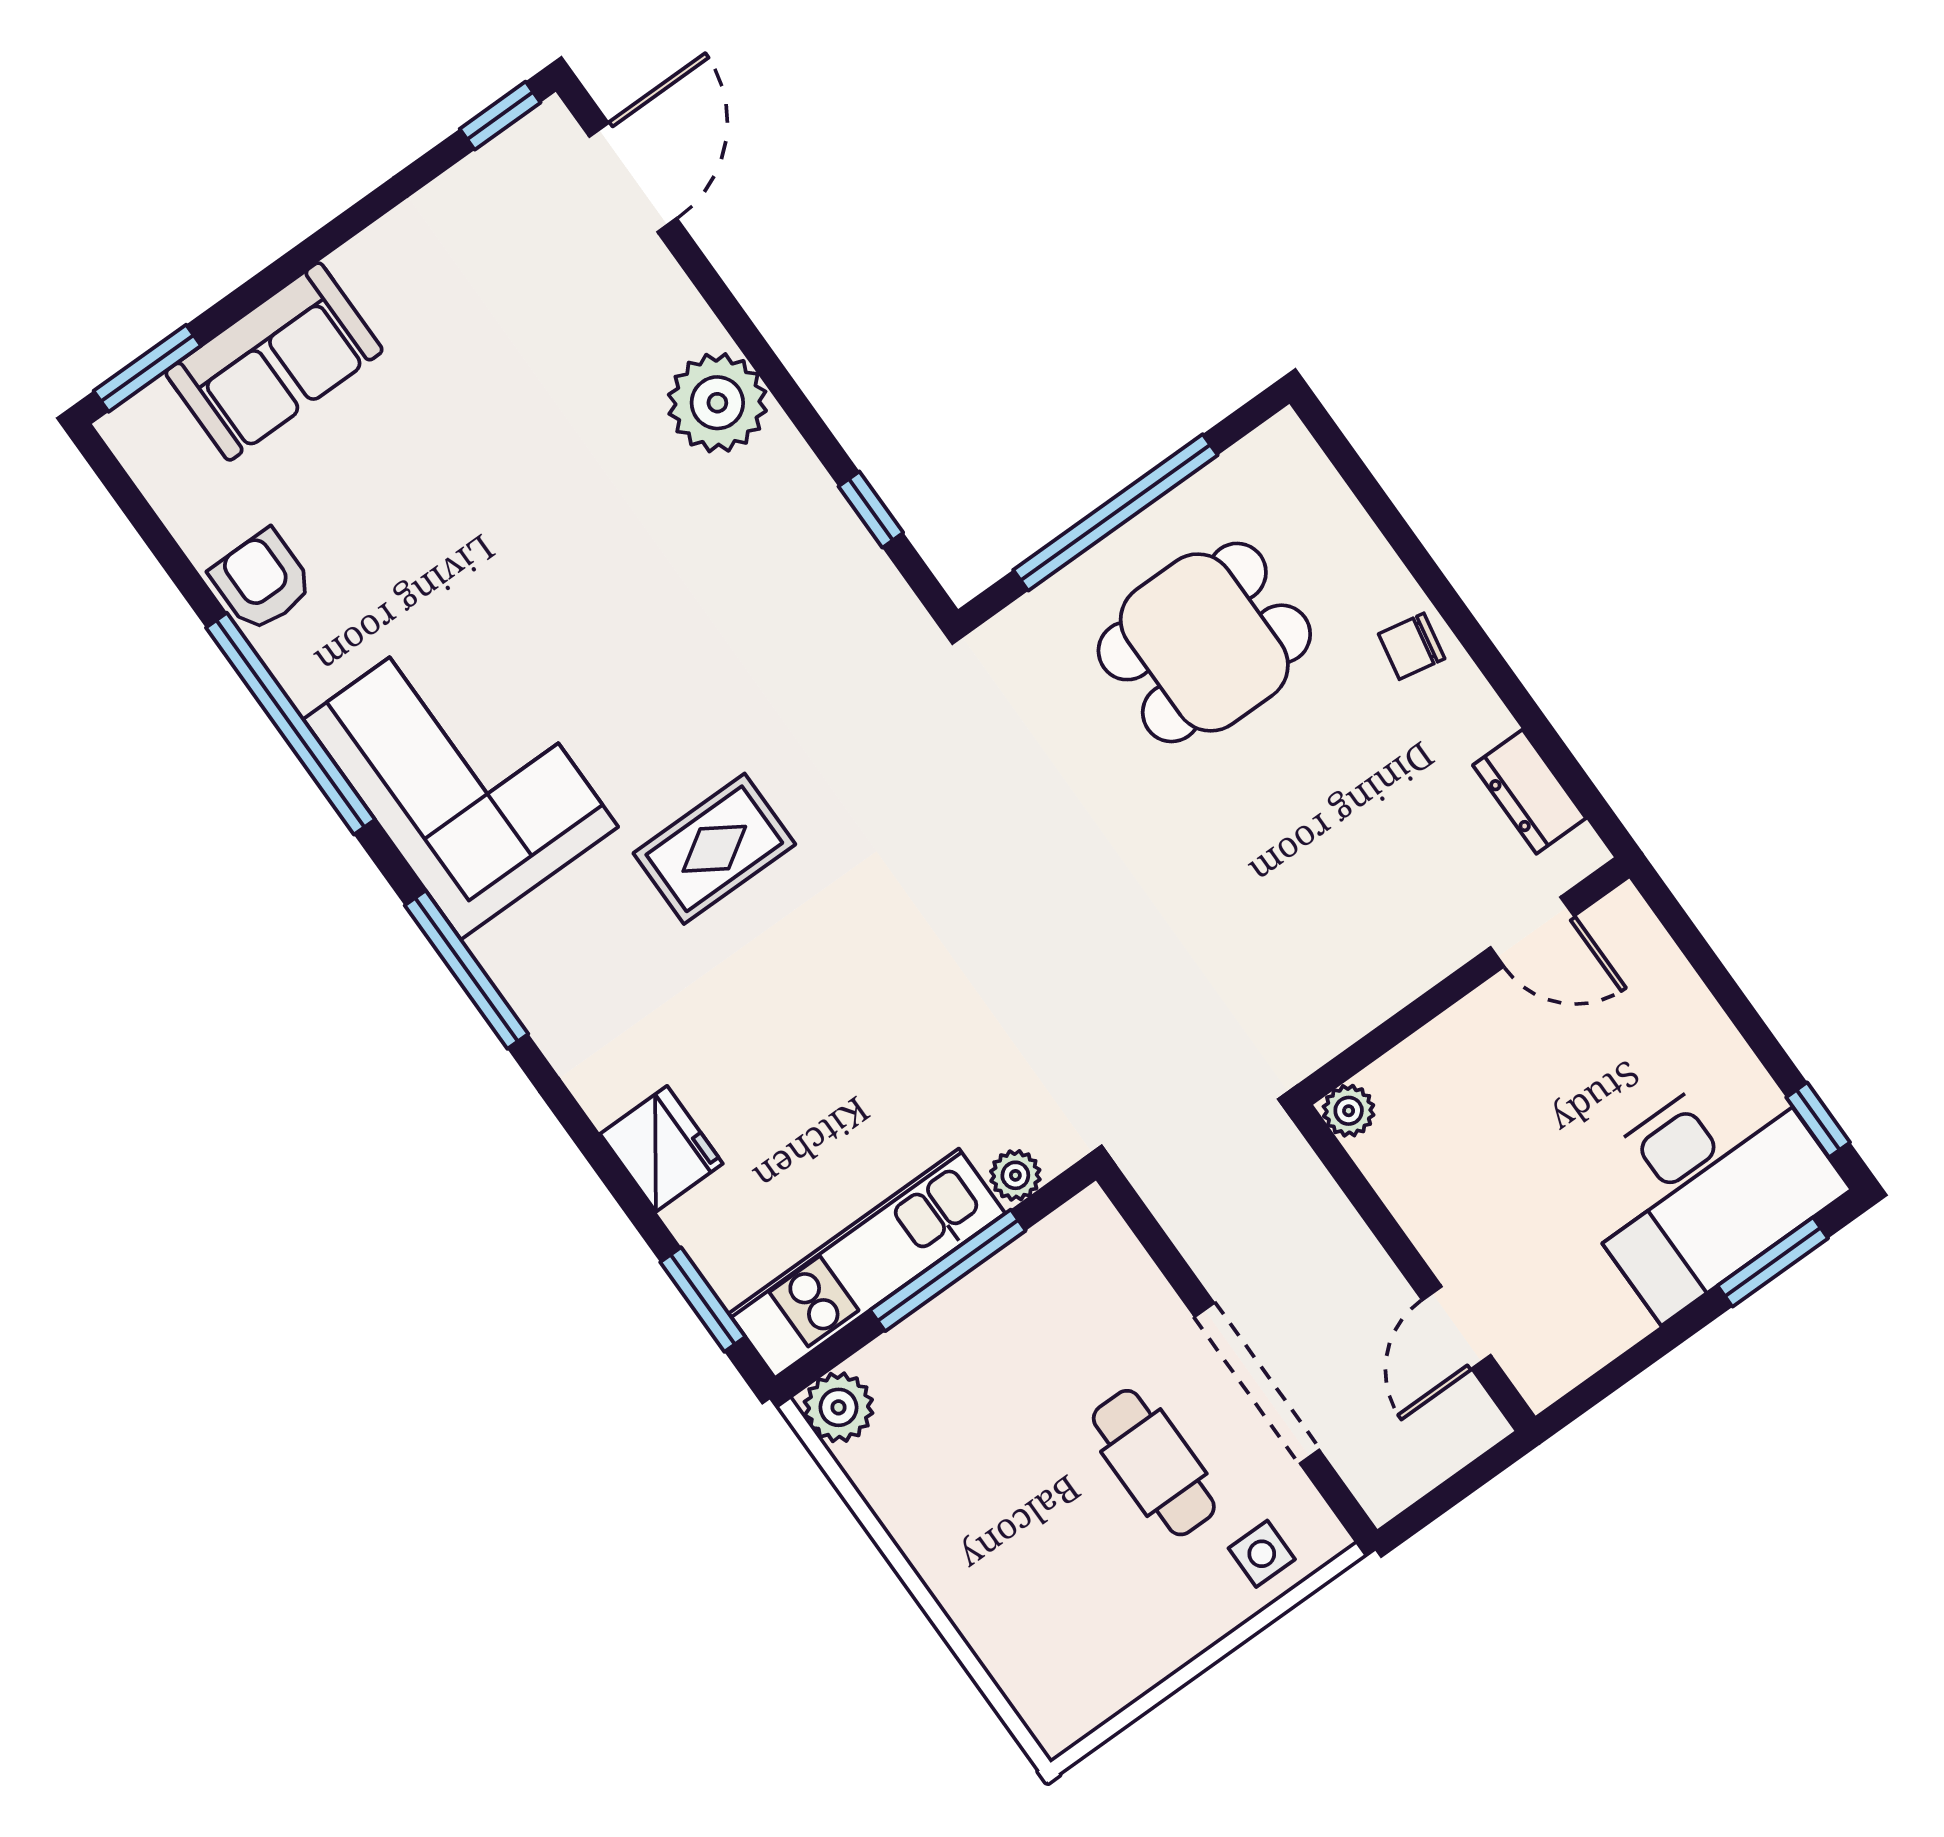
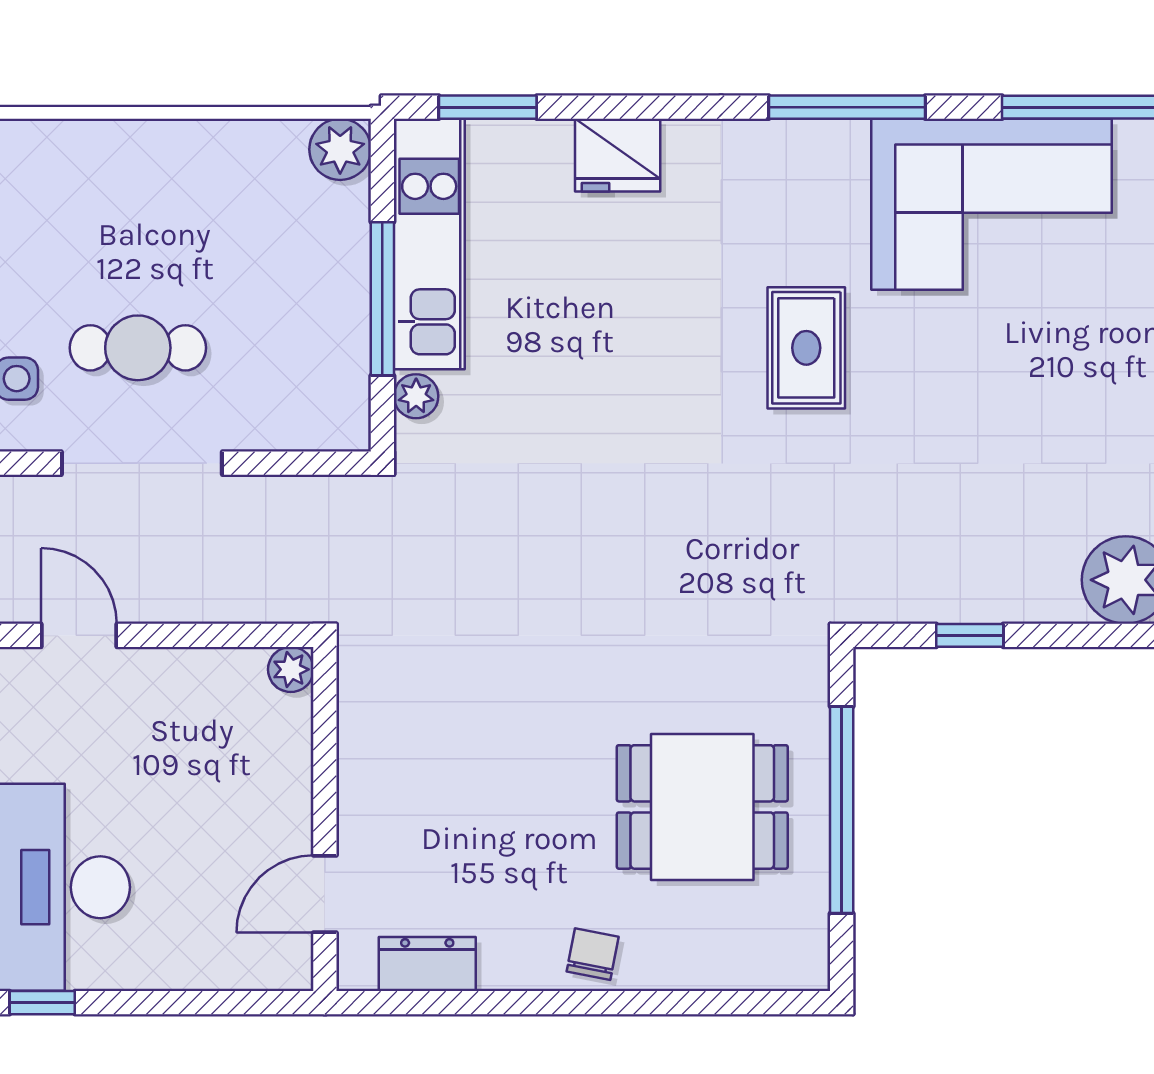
dining table: (1204, 642) -> (702, 807), turned 90

